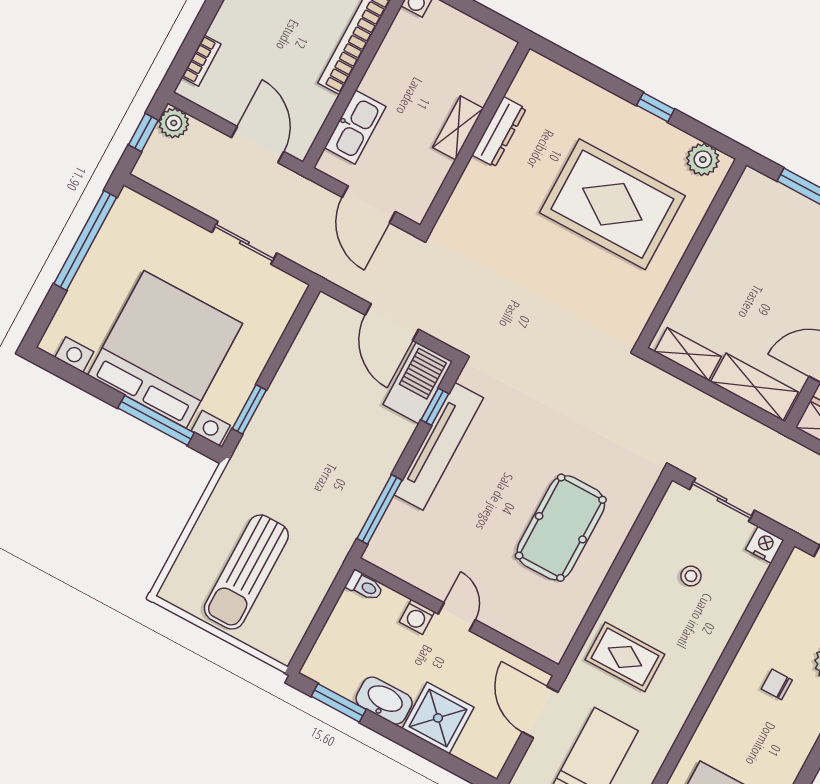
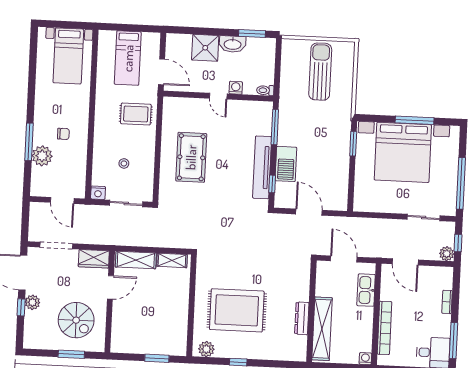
bookcase: (201, 61) -> (447, 302), moved
shelving: (458, 128) -> (322, 329), width x2.20, depth x1.33
sliding door: (244, 243) -> (424, 217), moved
barbecue: (418, 383) -> (286, 164), moved
window: (156, 420) -> (415, 120), moved

